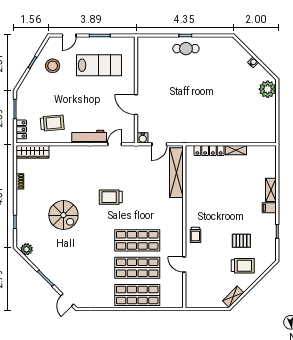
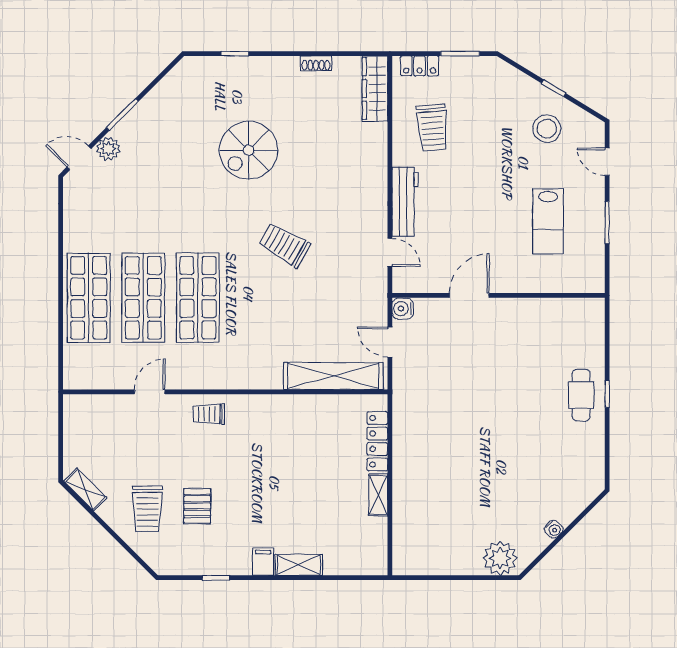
lab bench: (99, 65) -> (548, 221), width x0.73, depth x0.72
trolley: (111, 197) -> (284, 245), turned -60
plant: (27, 249) -> (108, 149), moved

